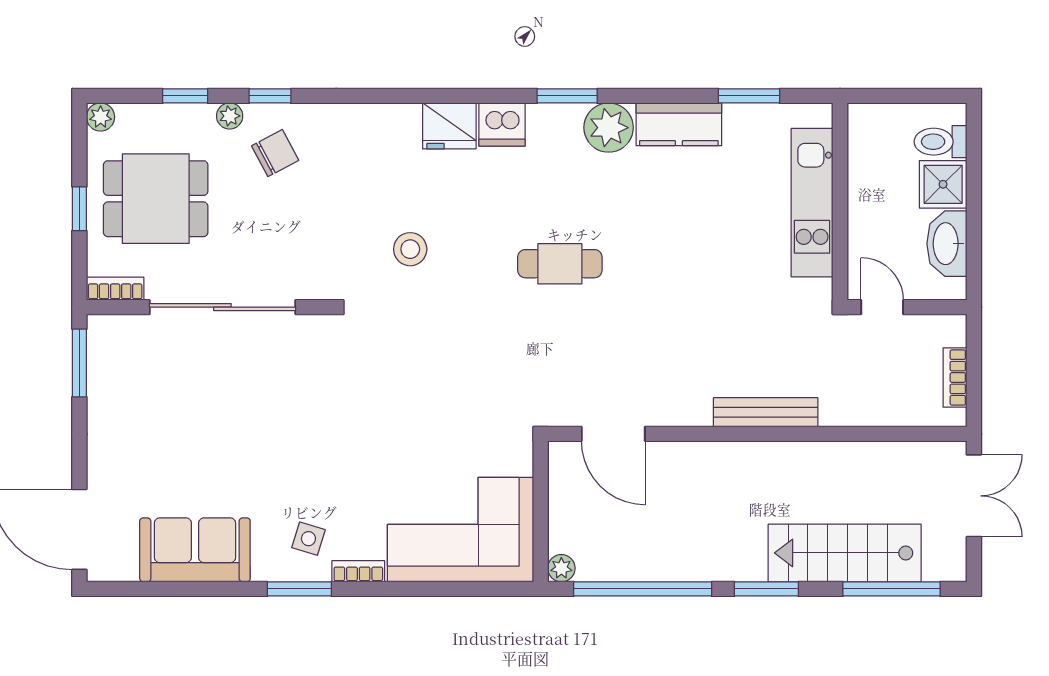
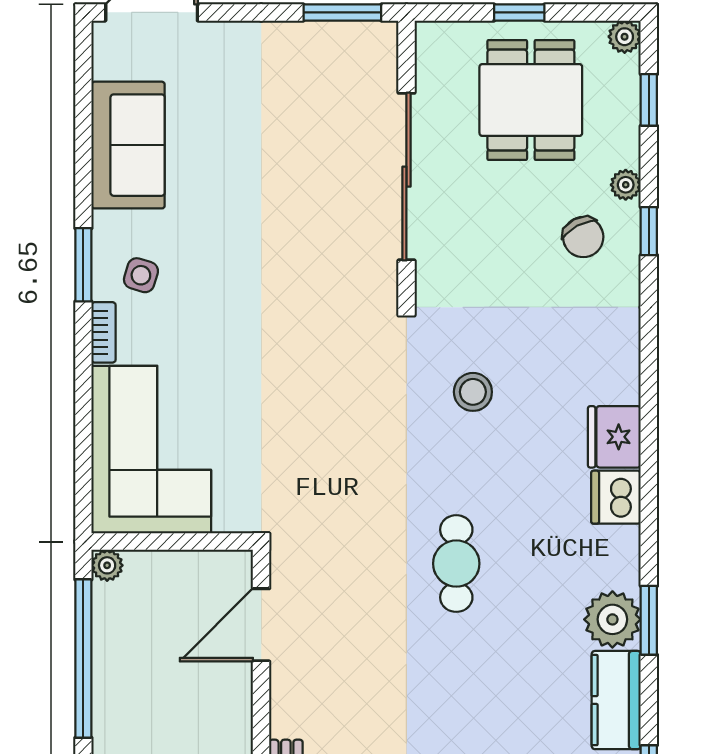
window: (185, 96) -> (649, 100), moved
window: (567, 96) -> (649, 620), moved
bookcase: (115, 289) -> (428, 53), removed

